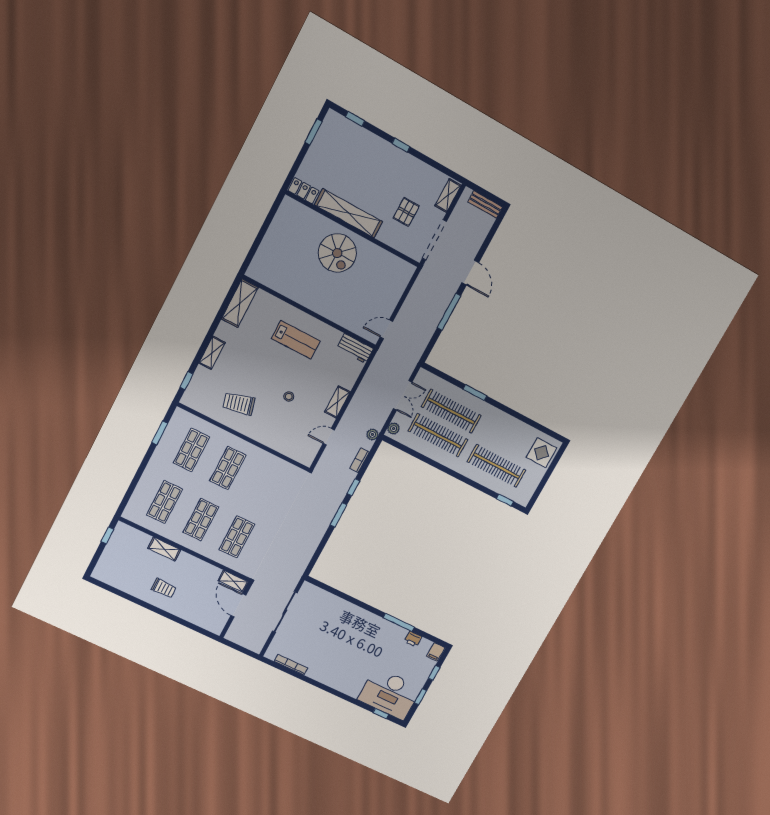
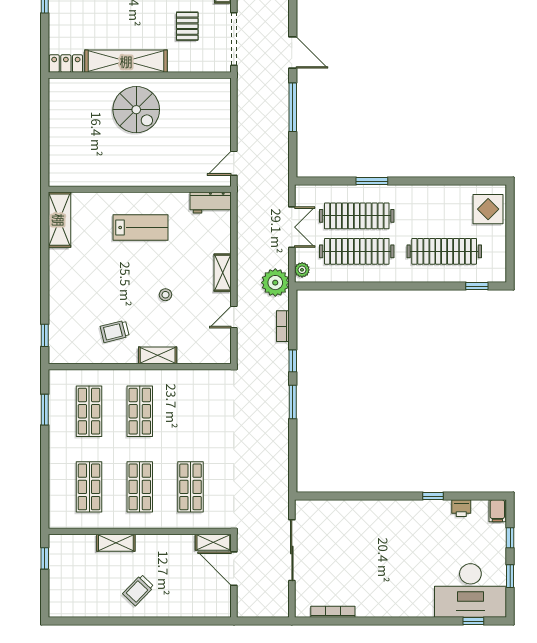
shelving: (212, 353) -> (158, 355), moved, turned 90
trolley: (239, 404) -> (115, 331), width x0.73, depth x0.72
plant: (372, 434) -> (275, 283), width x1.88, depth x1.88
trolley: (164, 588) -> (138, 590), turned 134
window: (399, 622) -> (433, 496), width x0.46

